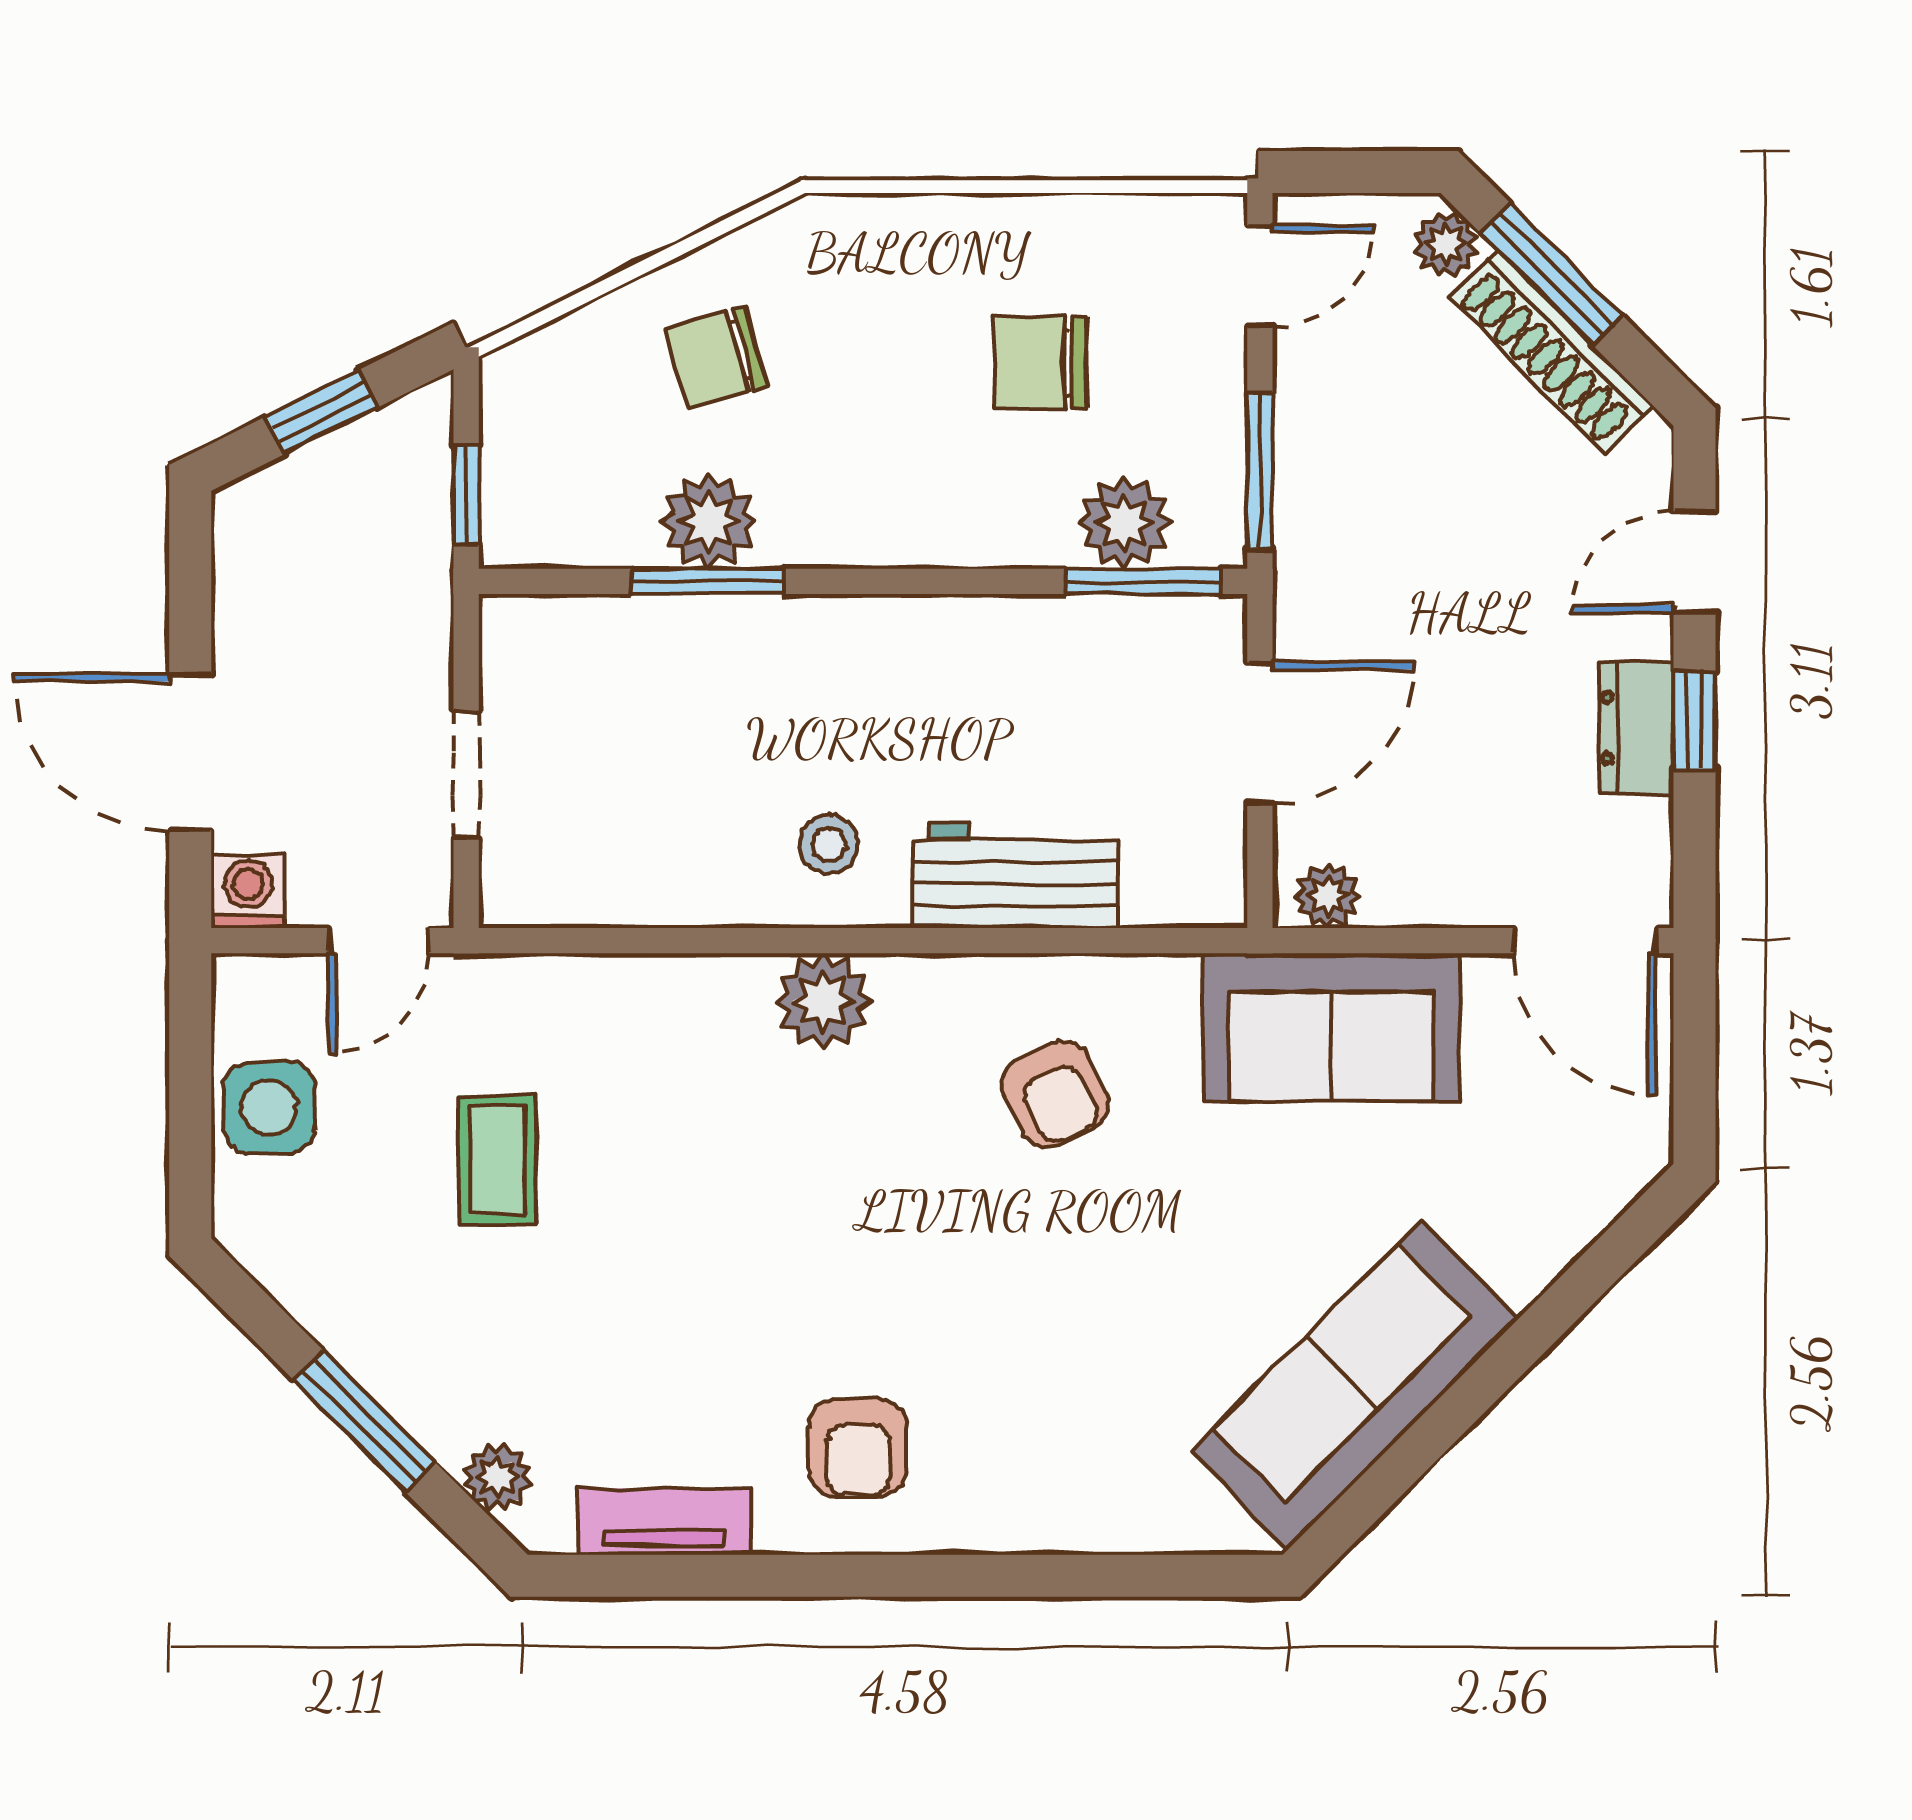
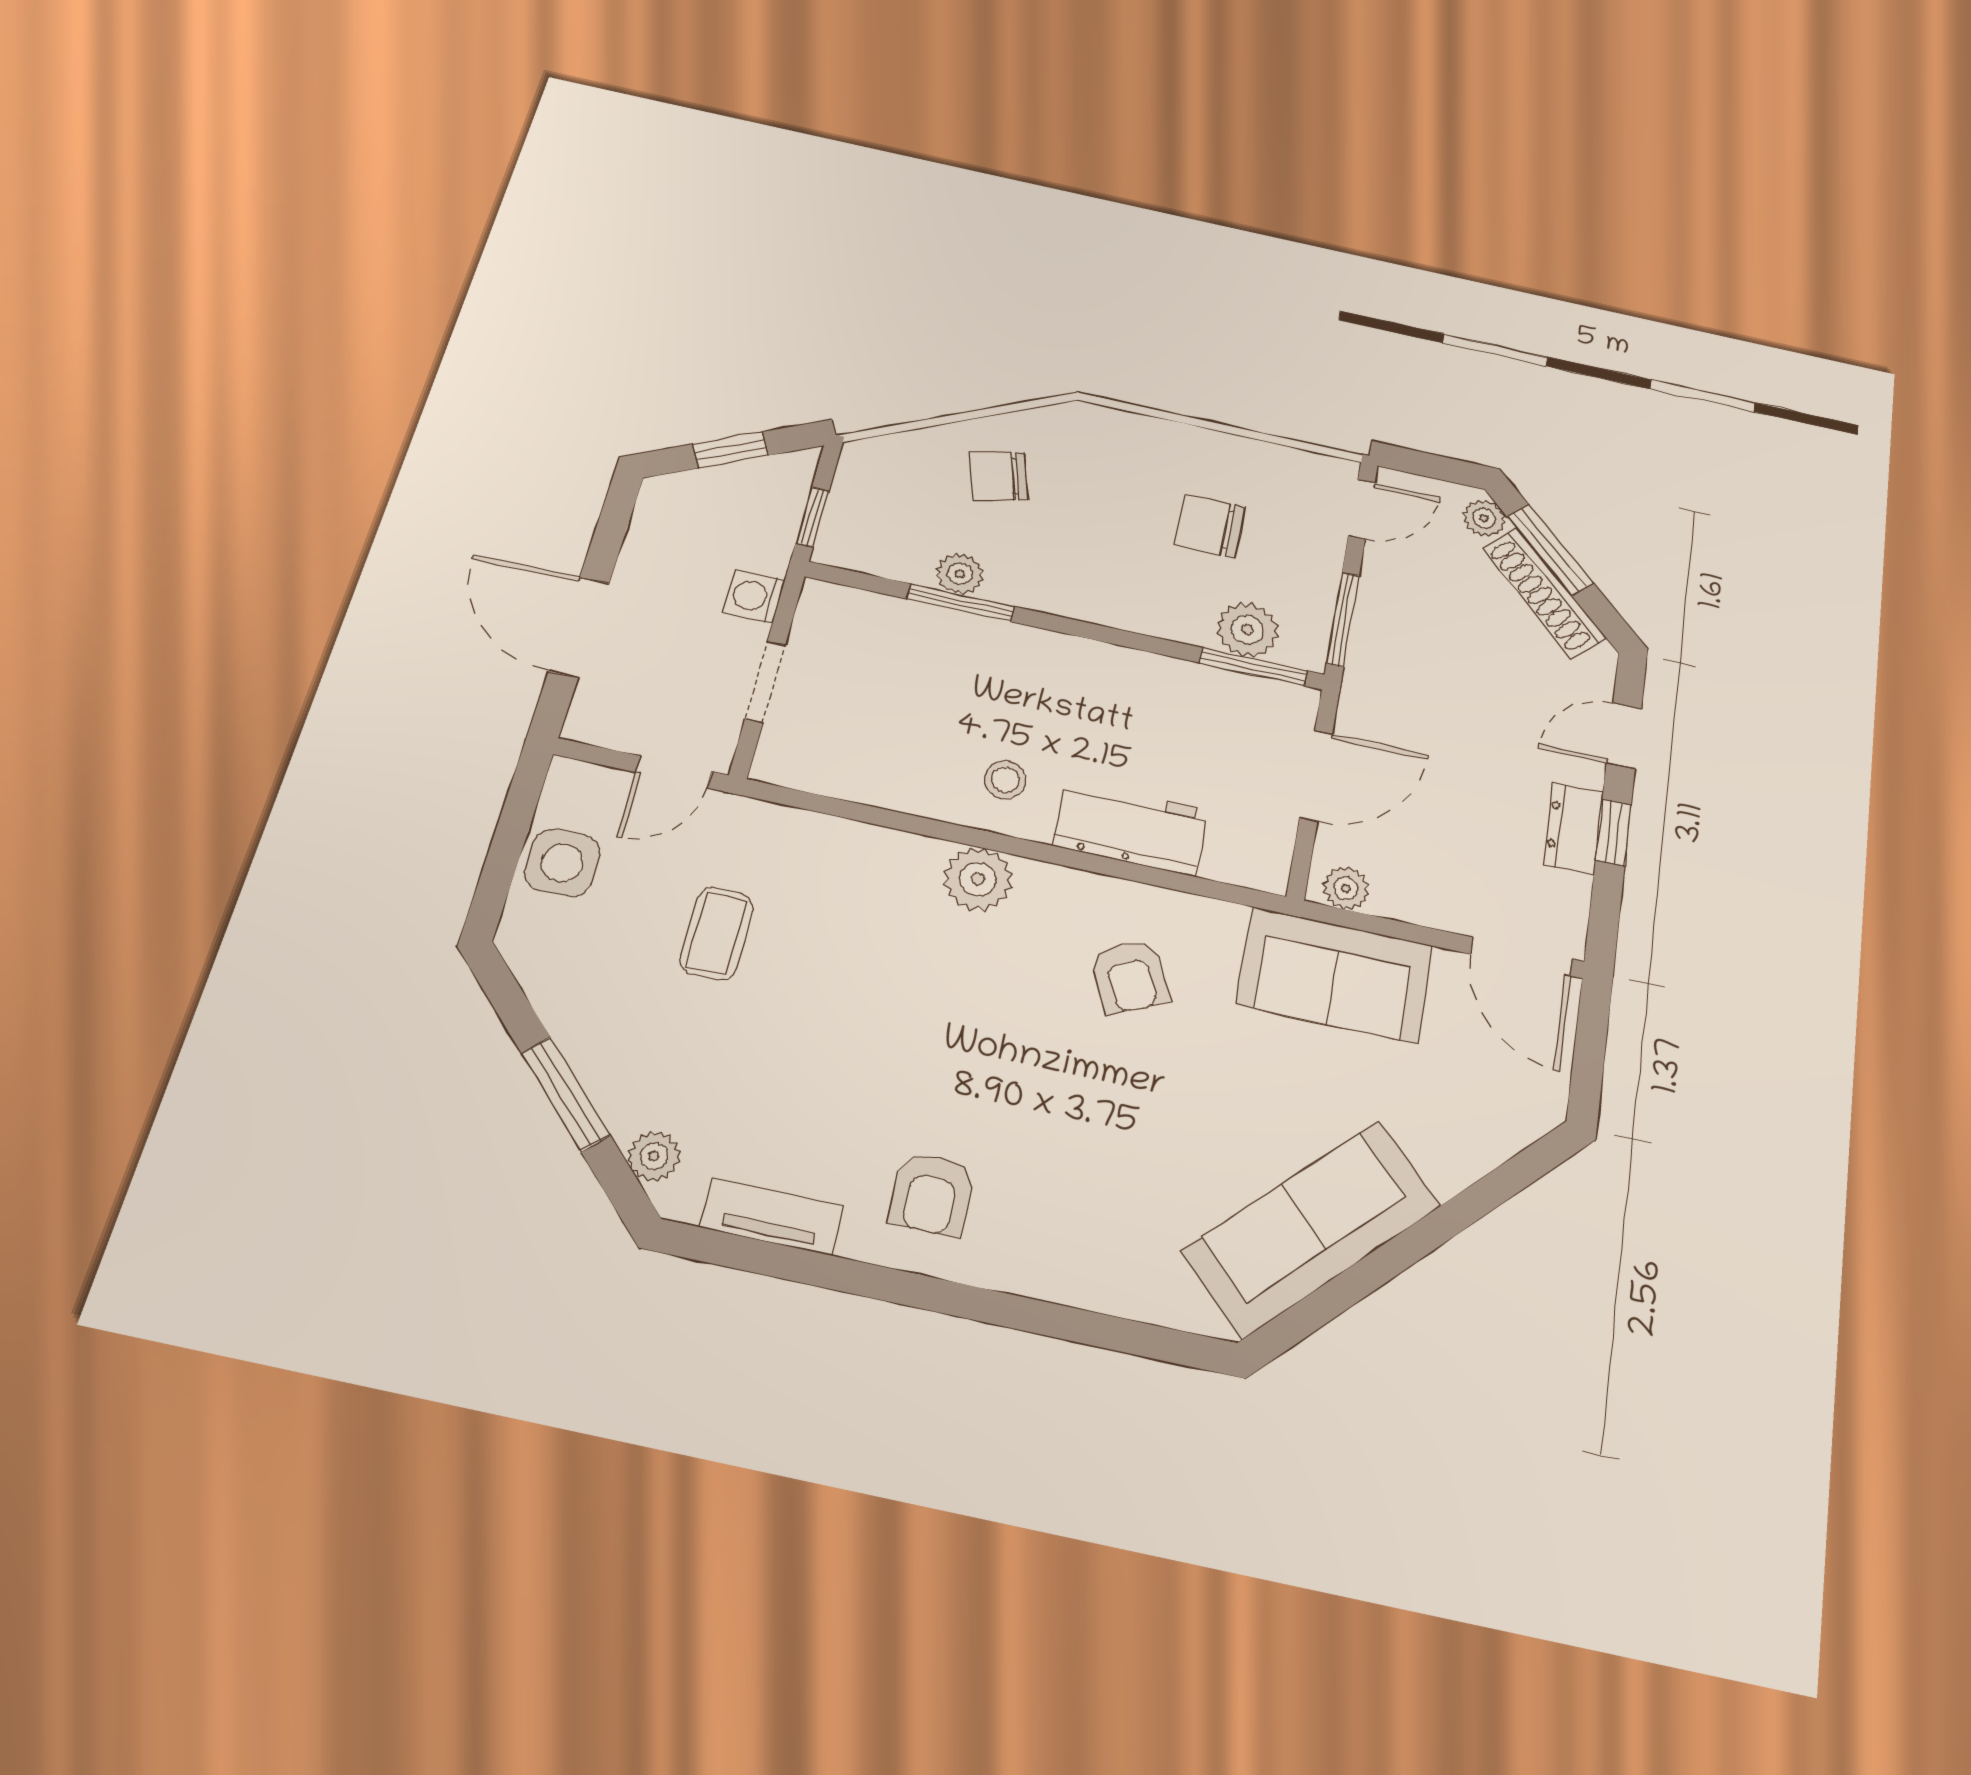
plant: (709, 522) -> (960, 574), width x0.73, depth x0.73
washing machine: (248, 891) -> (754, 596), moved, turned -90

